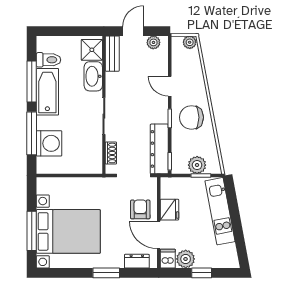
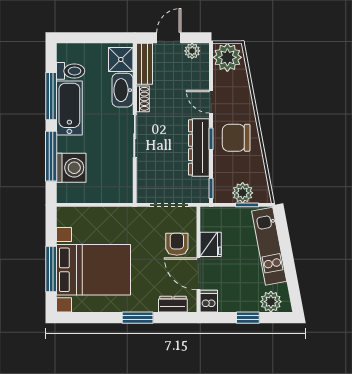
plant: (190, 42) -> (227, 57), width x1.87, depth x1.87
dresser: (159, 149) -> (199, 147), moved
shoe rack: (111, 153) -> (143, 99), moved
plant: (186, 259) -> (271, 302), moved

